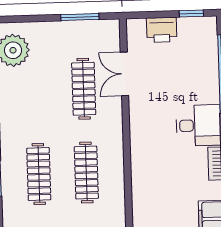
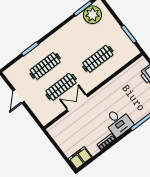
double door: (124, 74) -> (77, 103), moved

